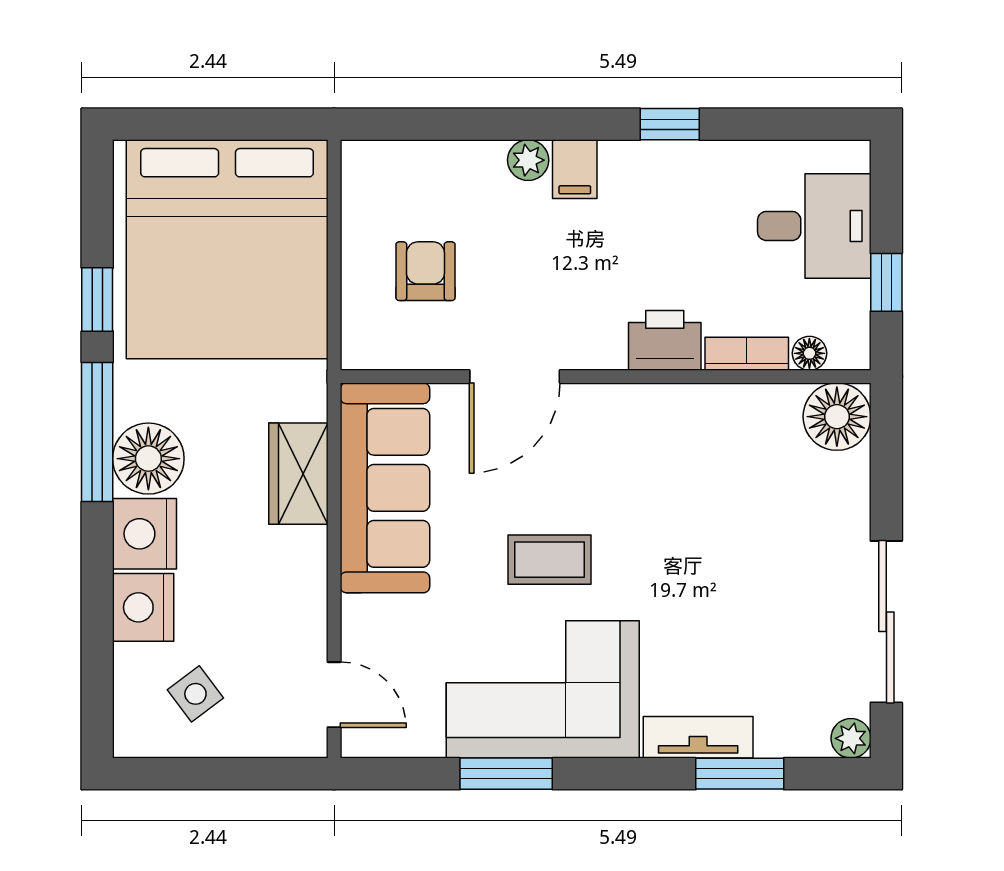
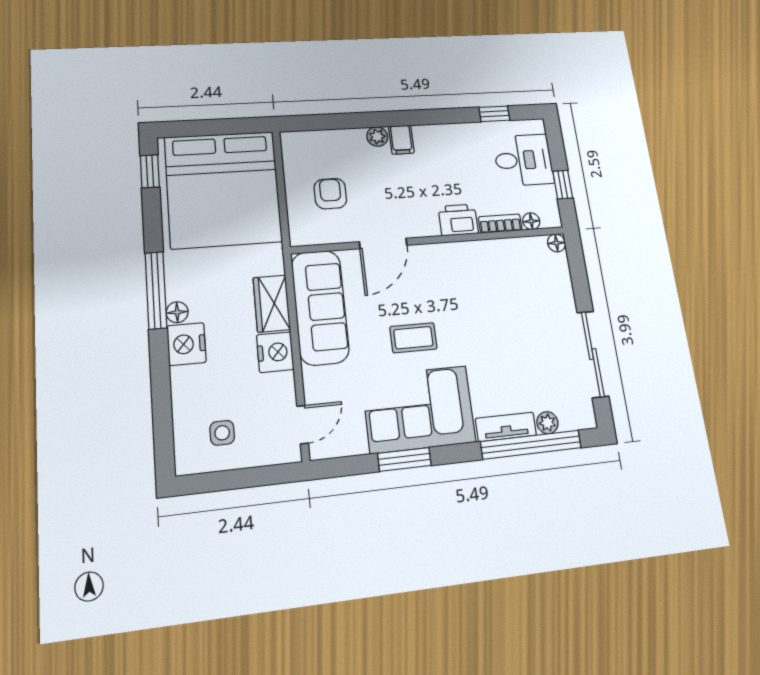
window: (670, 124) -> (494, 114), moved
window: (97, 300) -> (150, 171), moved
floor lamp: (837, 417) -> (556, 243), width x0.53, depth x0.53
floor lamp: (148, 459) -> (177, 312), width x0.53, depth x0.53
nightstand: (143, 607) -> (275, 352), moved, turned 180
side table: (195, 694) -> (222, 433), turned 37
door: (334, 695) -> (303, 425), hinge flipped
plant: (851, 738) -> (547, 423), moved
window: (740, 774) -> (531, 445), width x2.11

